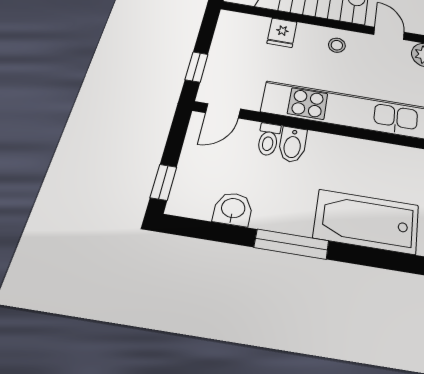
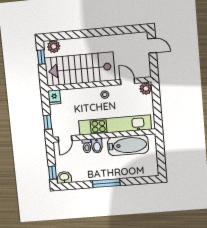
fridge: (282, 33) -> (54, 97), moved
washbasin: (233, 209) -> (64, 177), moved
bathtub: (366, 221) -> (128, 145), moved, turned 180

